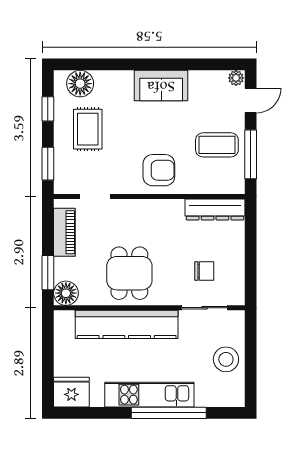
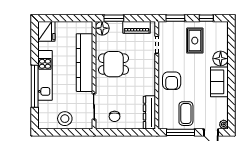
floor lamp: (80, 84) -> (221, 59), moved
rug: (88, 129) -> (195, 41), turned 90
chair: (204, 271) -> (115, 116), moved

